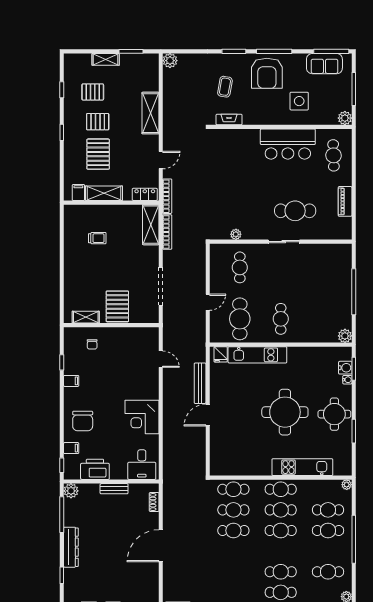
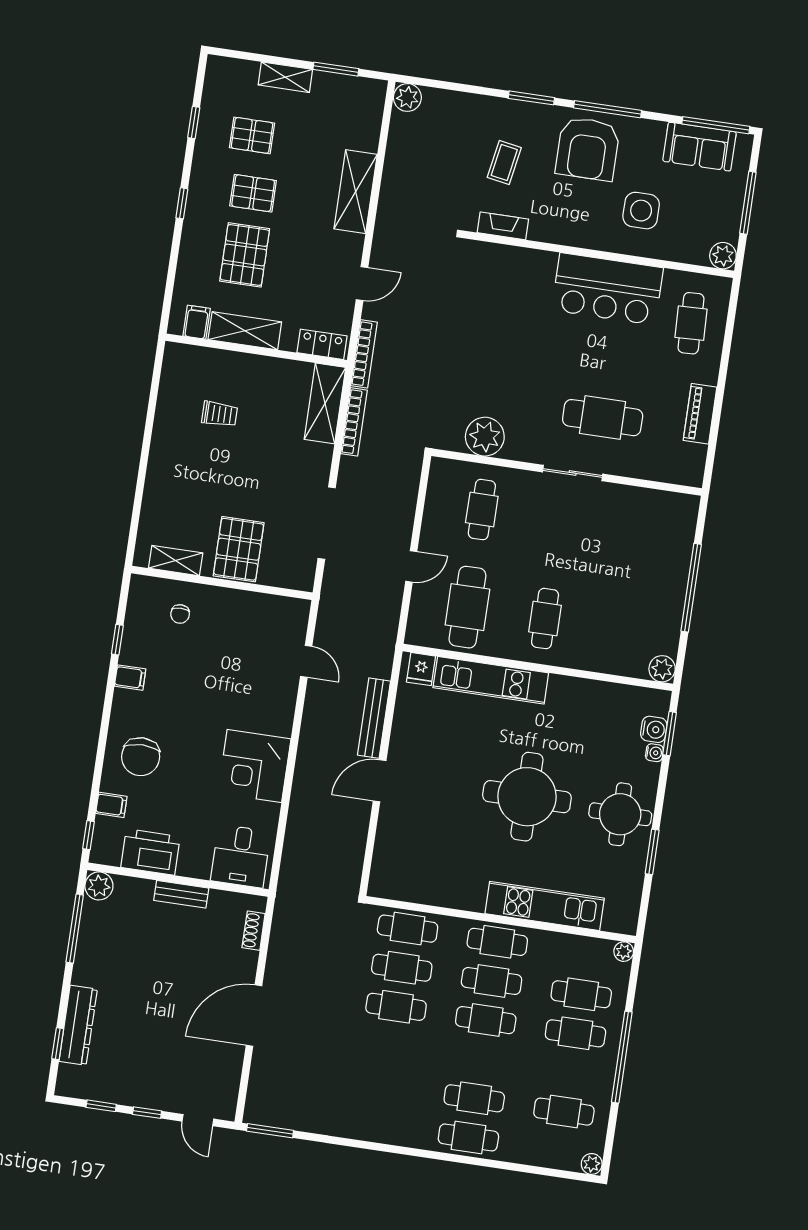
plant: (236, 234) -> (485, 437), width x1.87, depth x1.87
dresser: (71, 547) -> (78, 1025), moved

